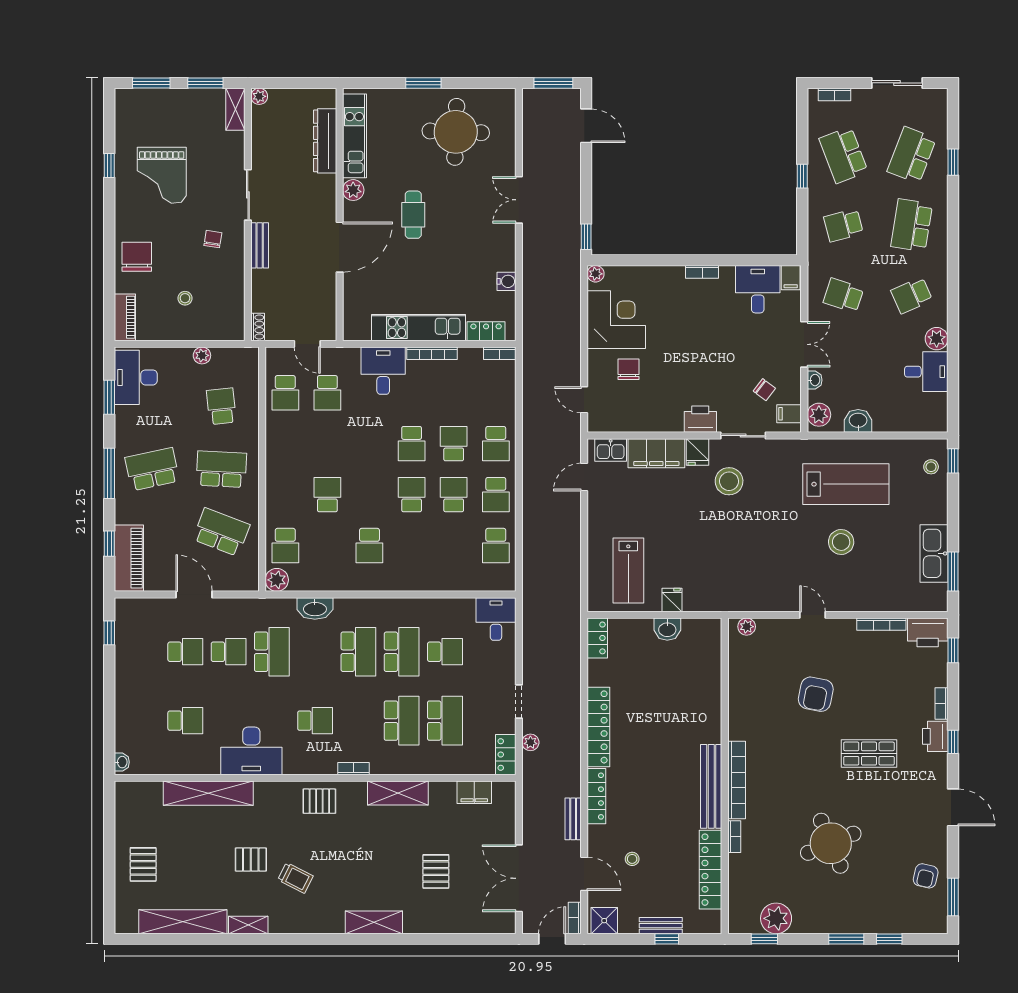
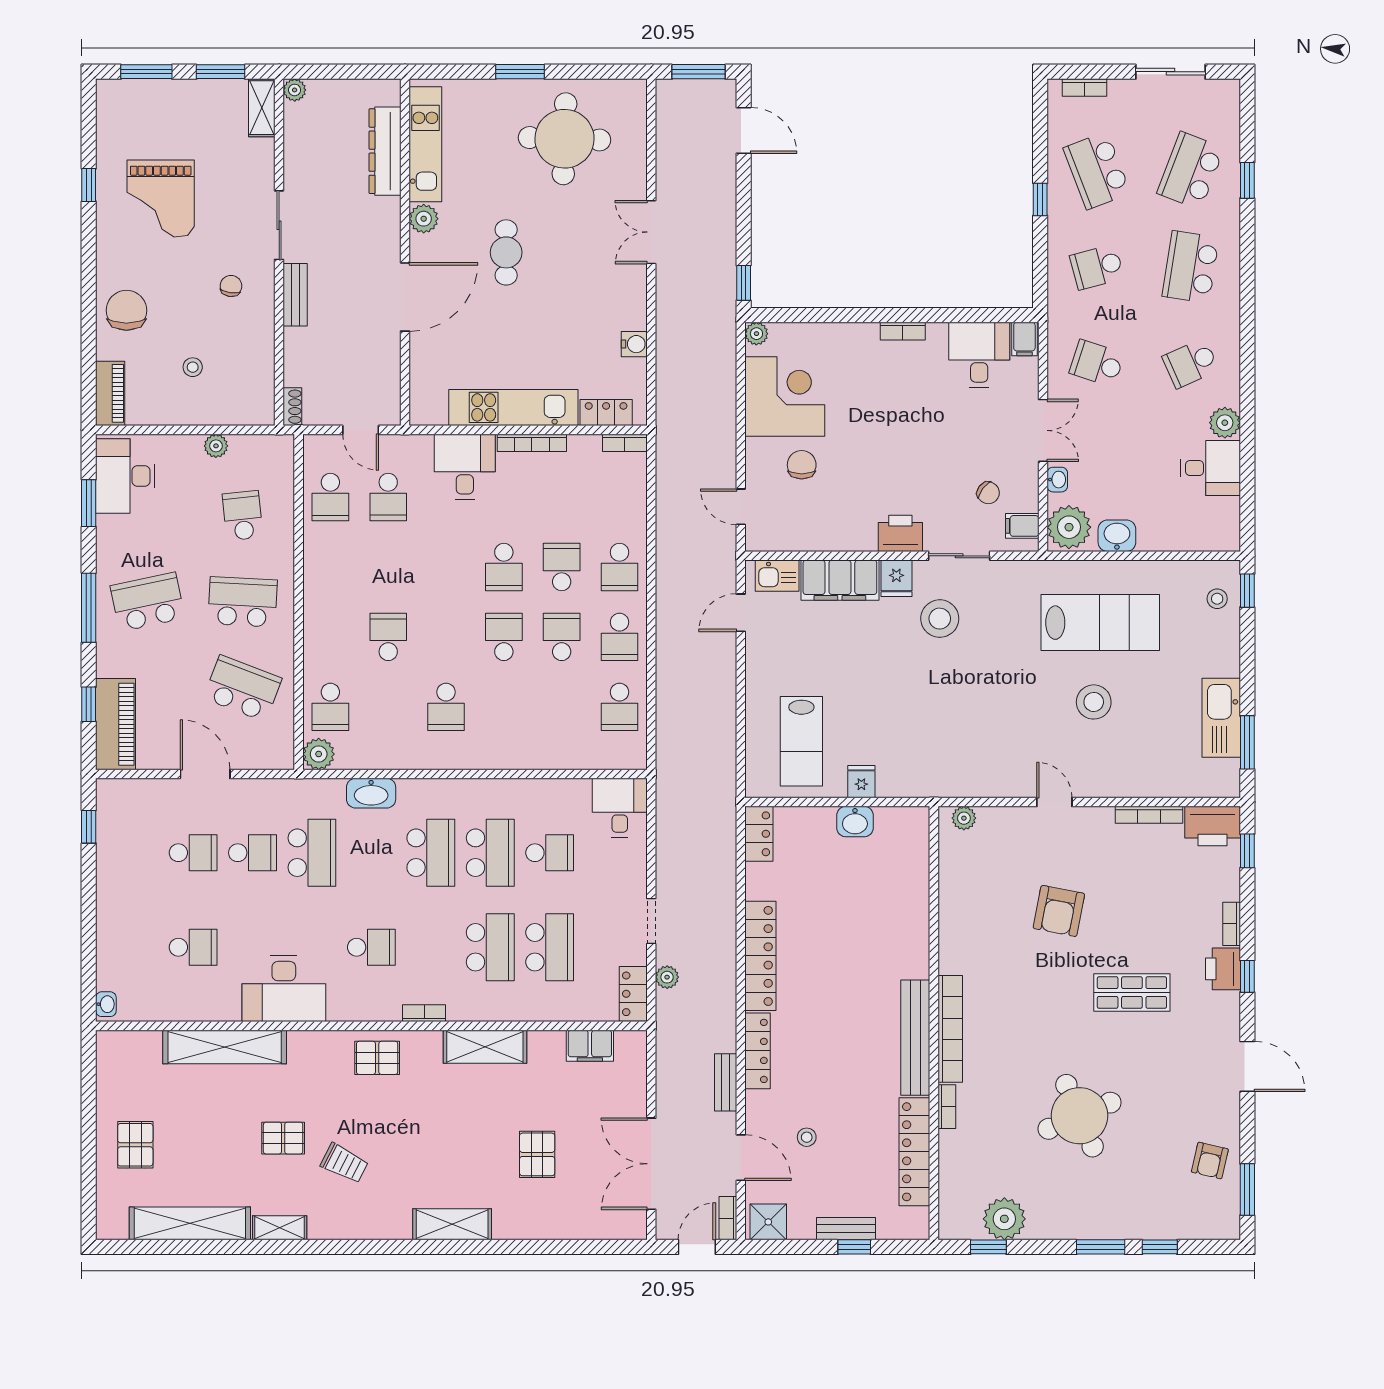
plant: (819, 415) -> (1069, 527), width x1.36, depth x1.36

